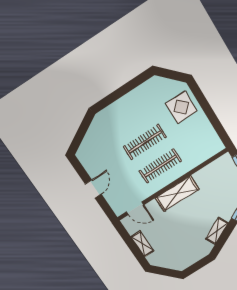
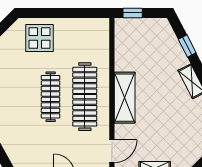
clothes rail: (160, 166) -> (85, 97), width x1.37, depth x1.31

